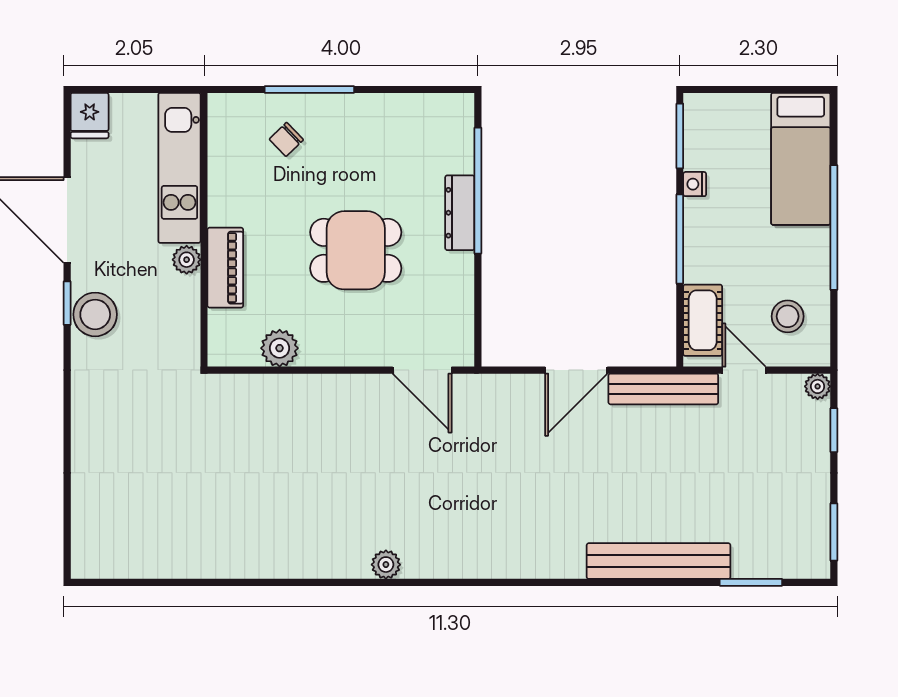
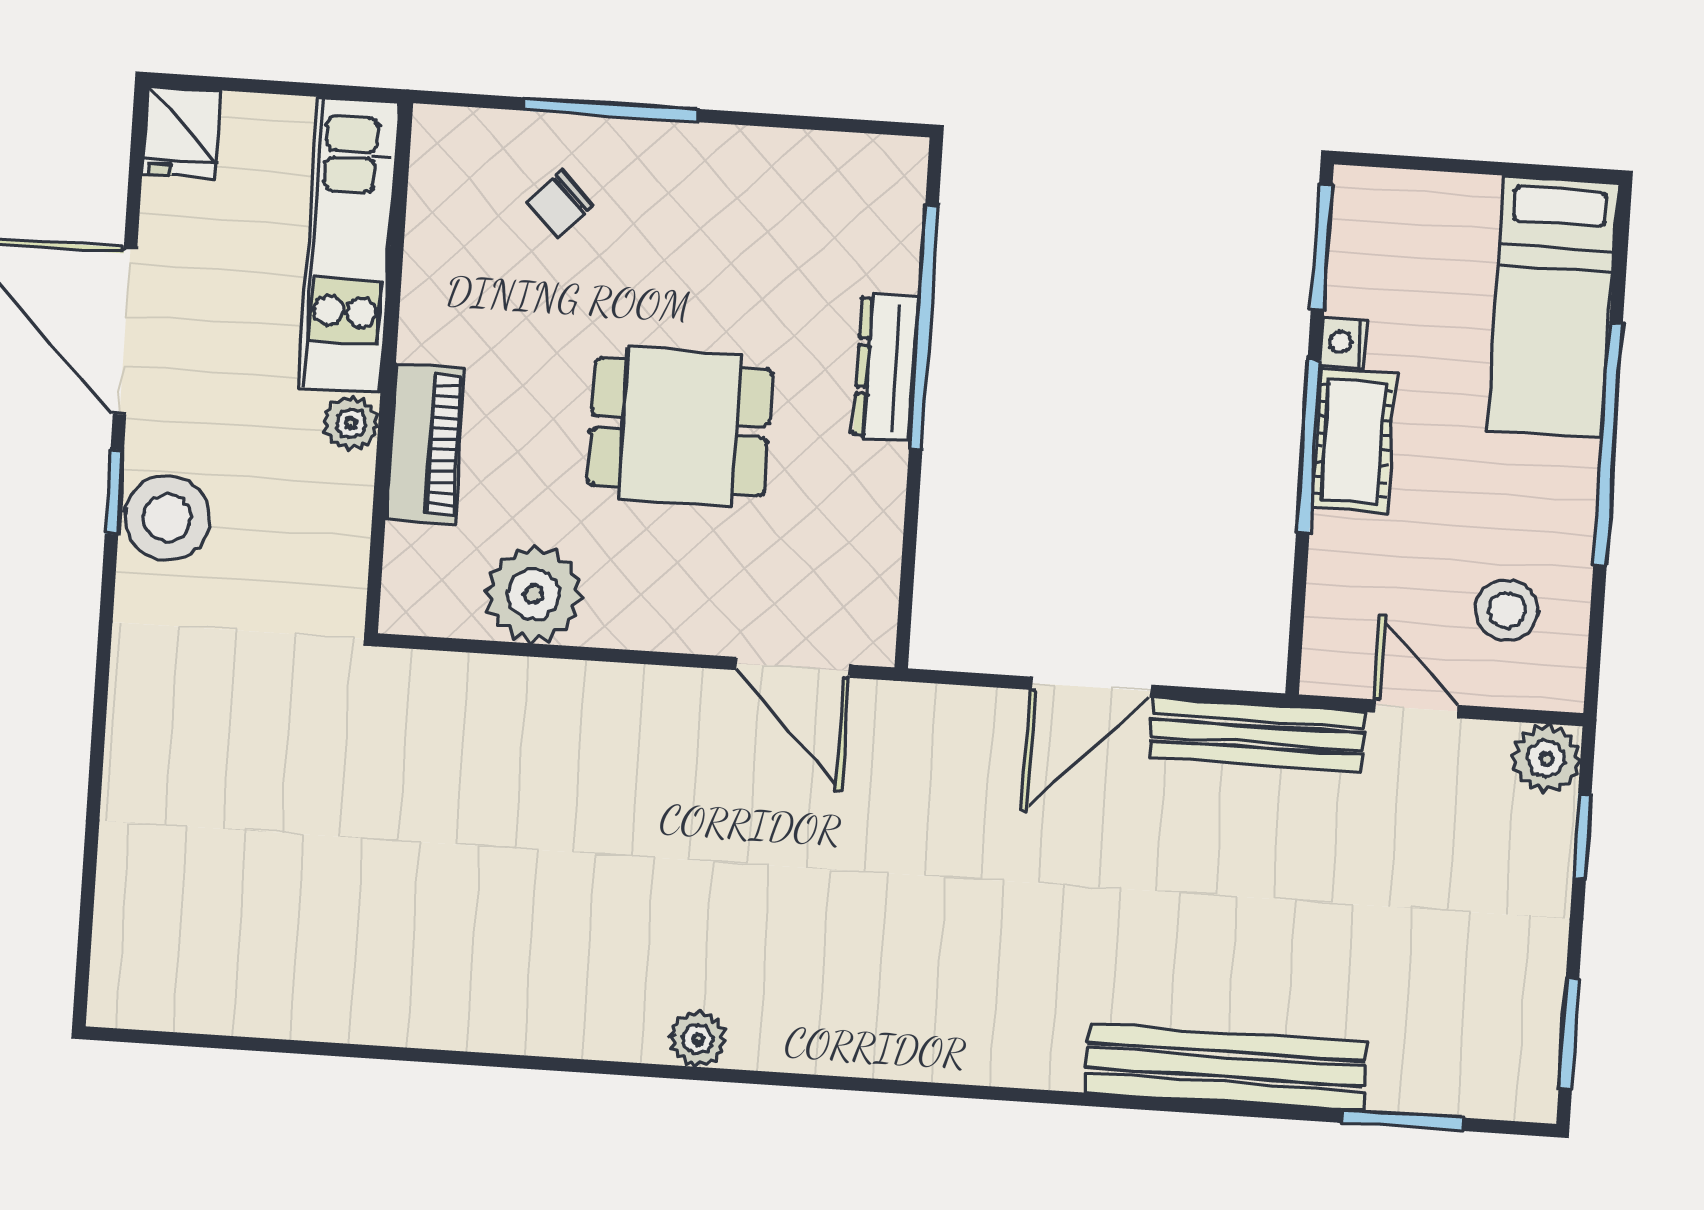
cot: (703, 320) -> (1353, 441), moved
plant: (280, 348) -> (534, 594), width x1.36, depth x1.36
plant: (818, 386) -> (1546, 758), width x1.38, depth x1.38

